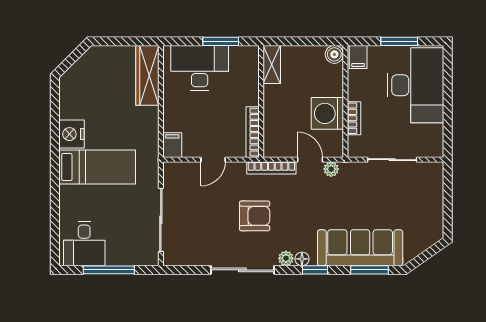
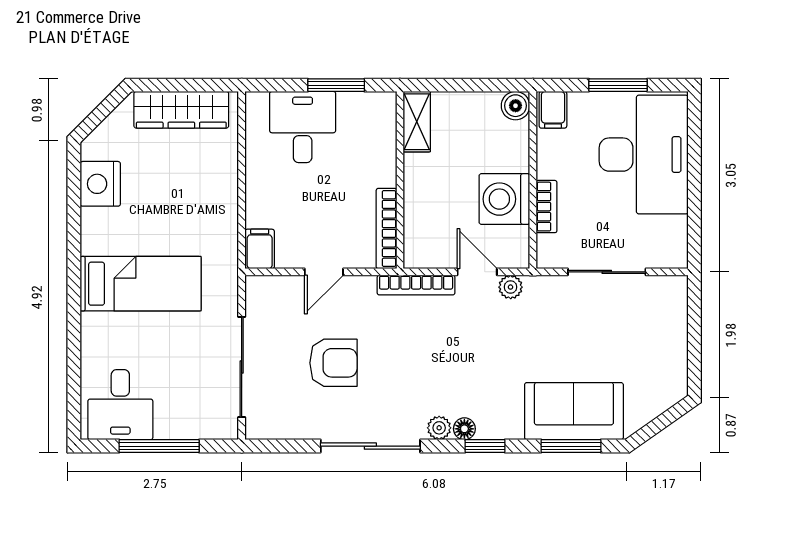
desk: (200, 68) -> (303, 127), width x0.73
wardrobe: (147, 75) -> (181, 110), moved, turned -90
nightstand: (71, 134) -> (100, 184), moved
armchair: (255, 216) -> (333, 363), moved
sofa: (360, 248) -> (574, 411), width x0.73

